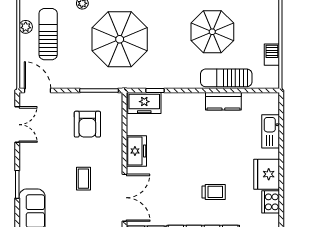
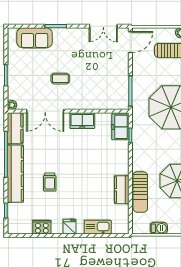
sun lounger: (226, 78) -> (140, 192), turned 180
armchair: (87, 124) -> (104, 82), removed
fridge: (267, 174) -> (70, 227), width x0.53, depth x0.75

